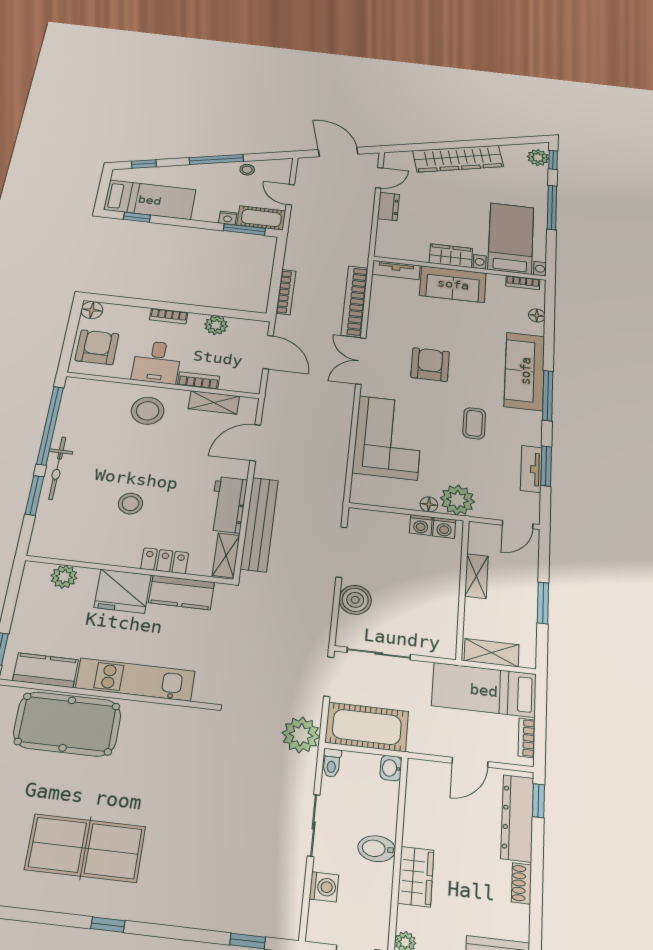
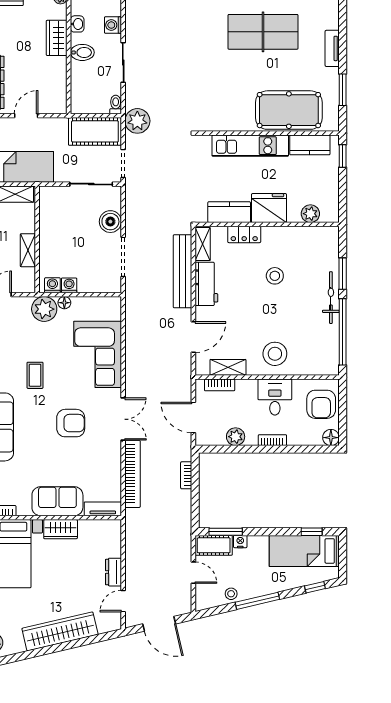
bookcase: (286, 292) -> (186, 475), width x0.64
armchair: (430, 365) -> (71, 423), turned -90
bookcase: (199, 381) -> (220, 385), moved
washbasin: (391, 768) -> (77, 24), moved

